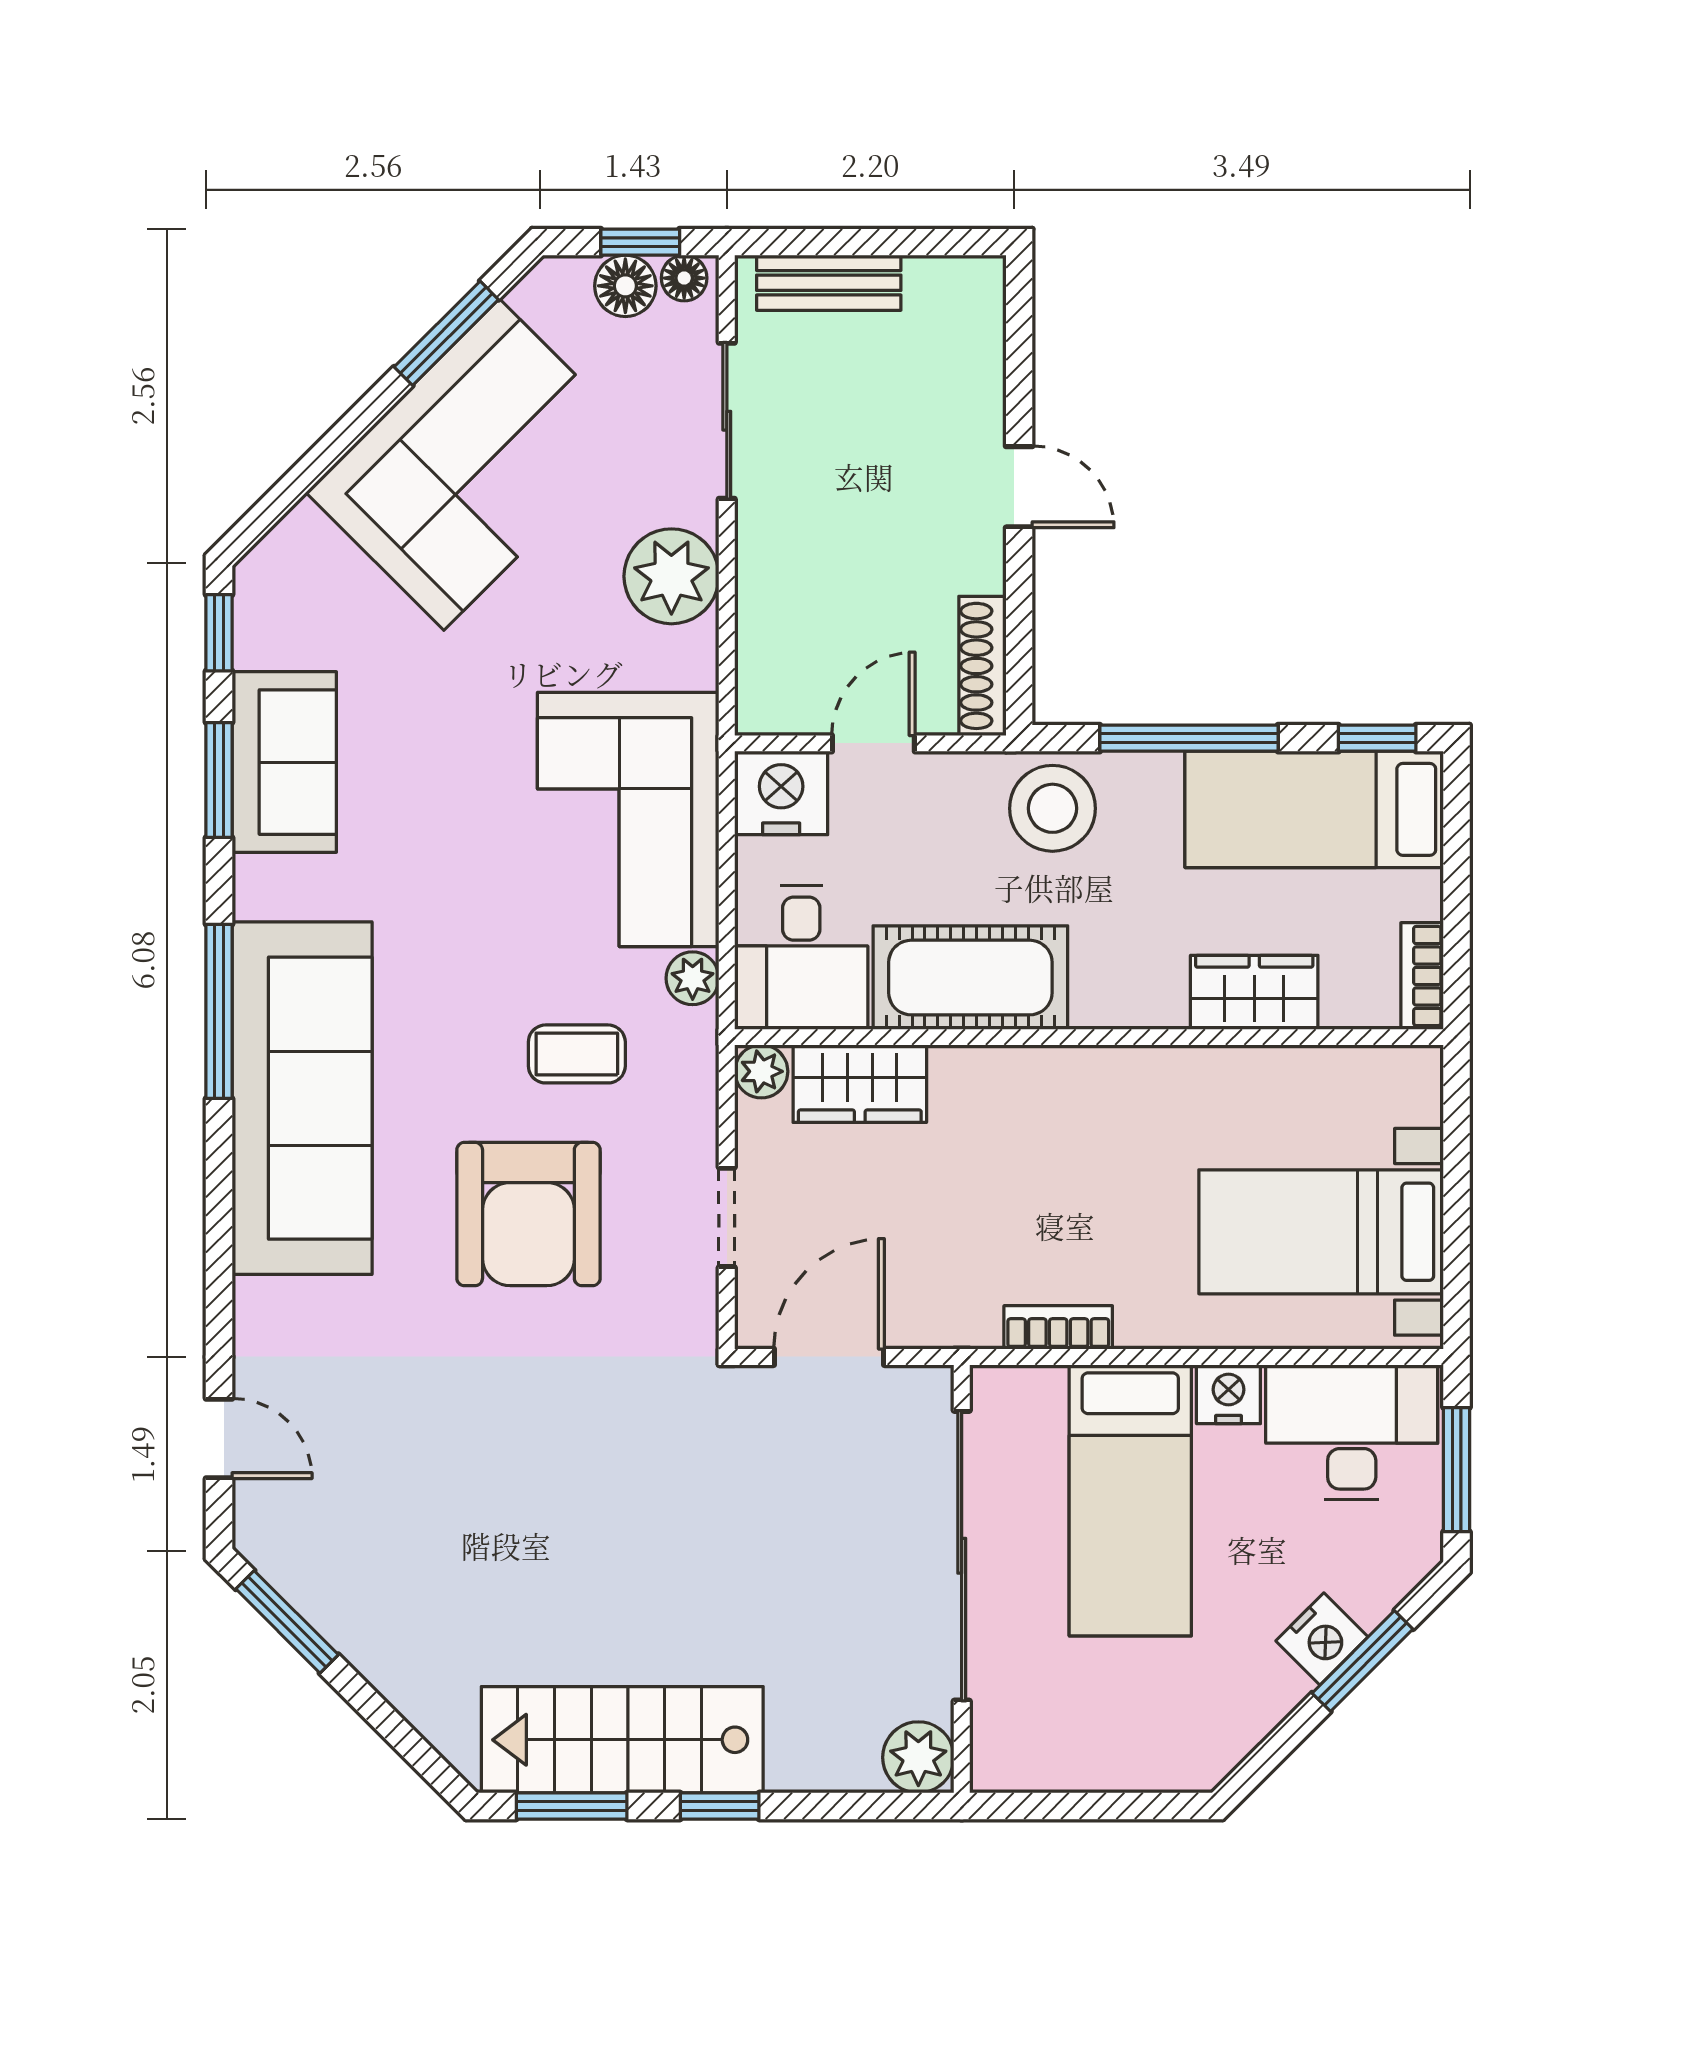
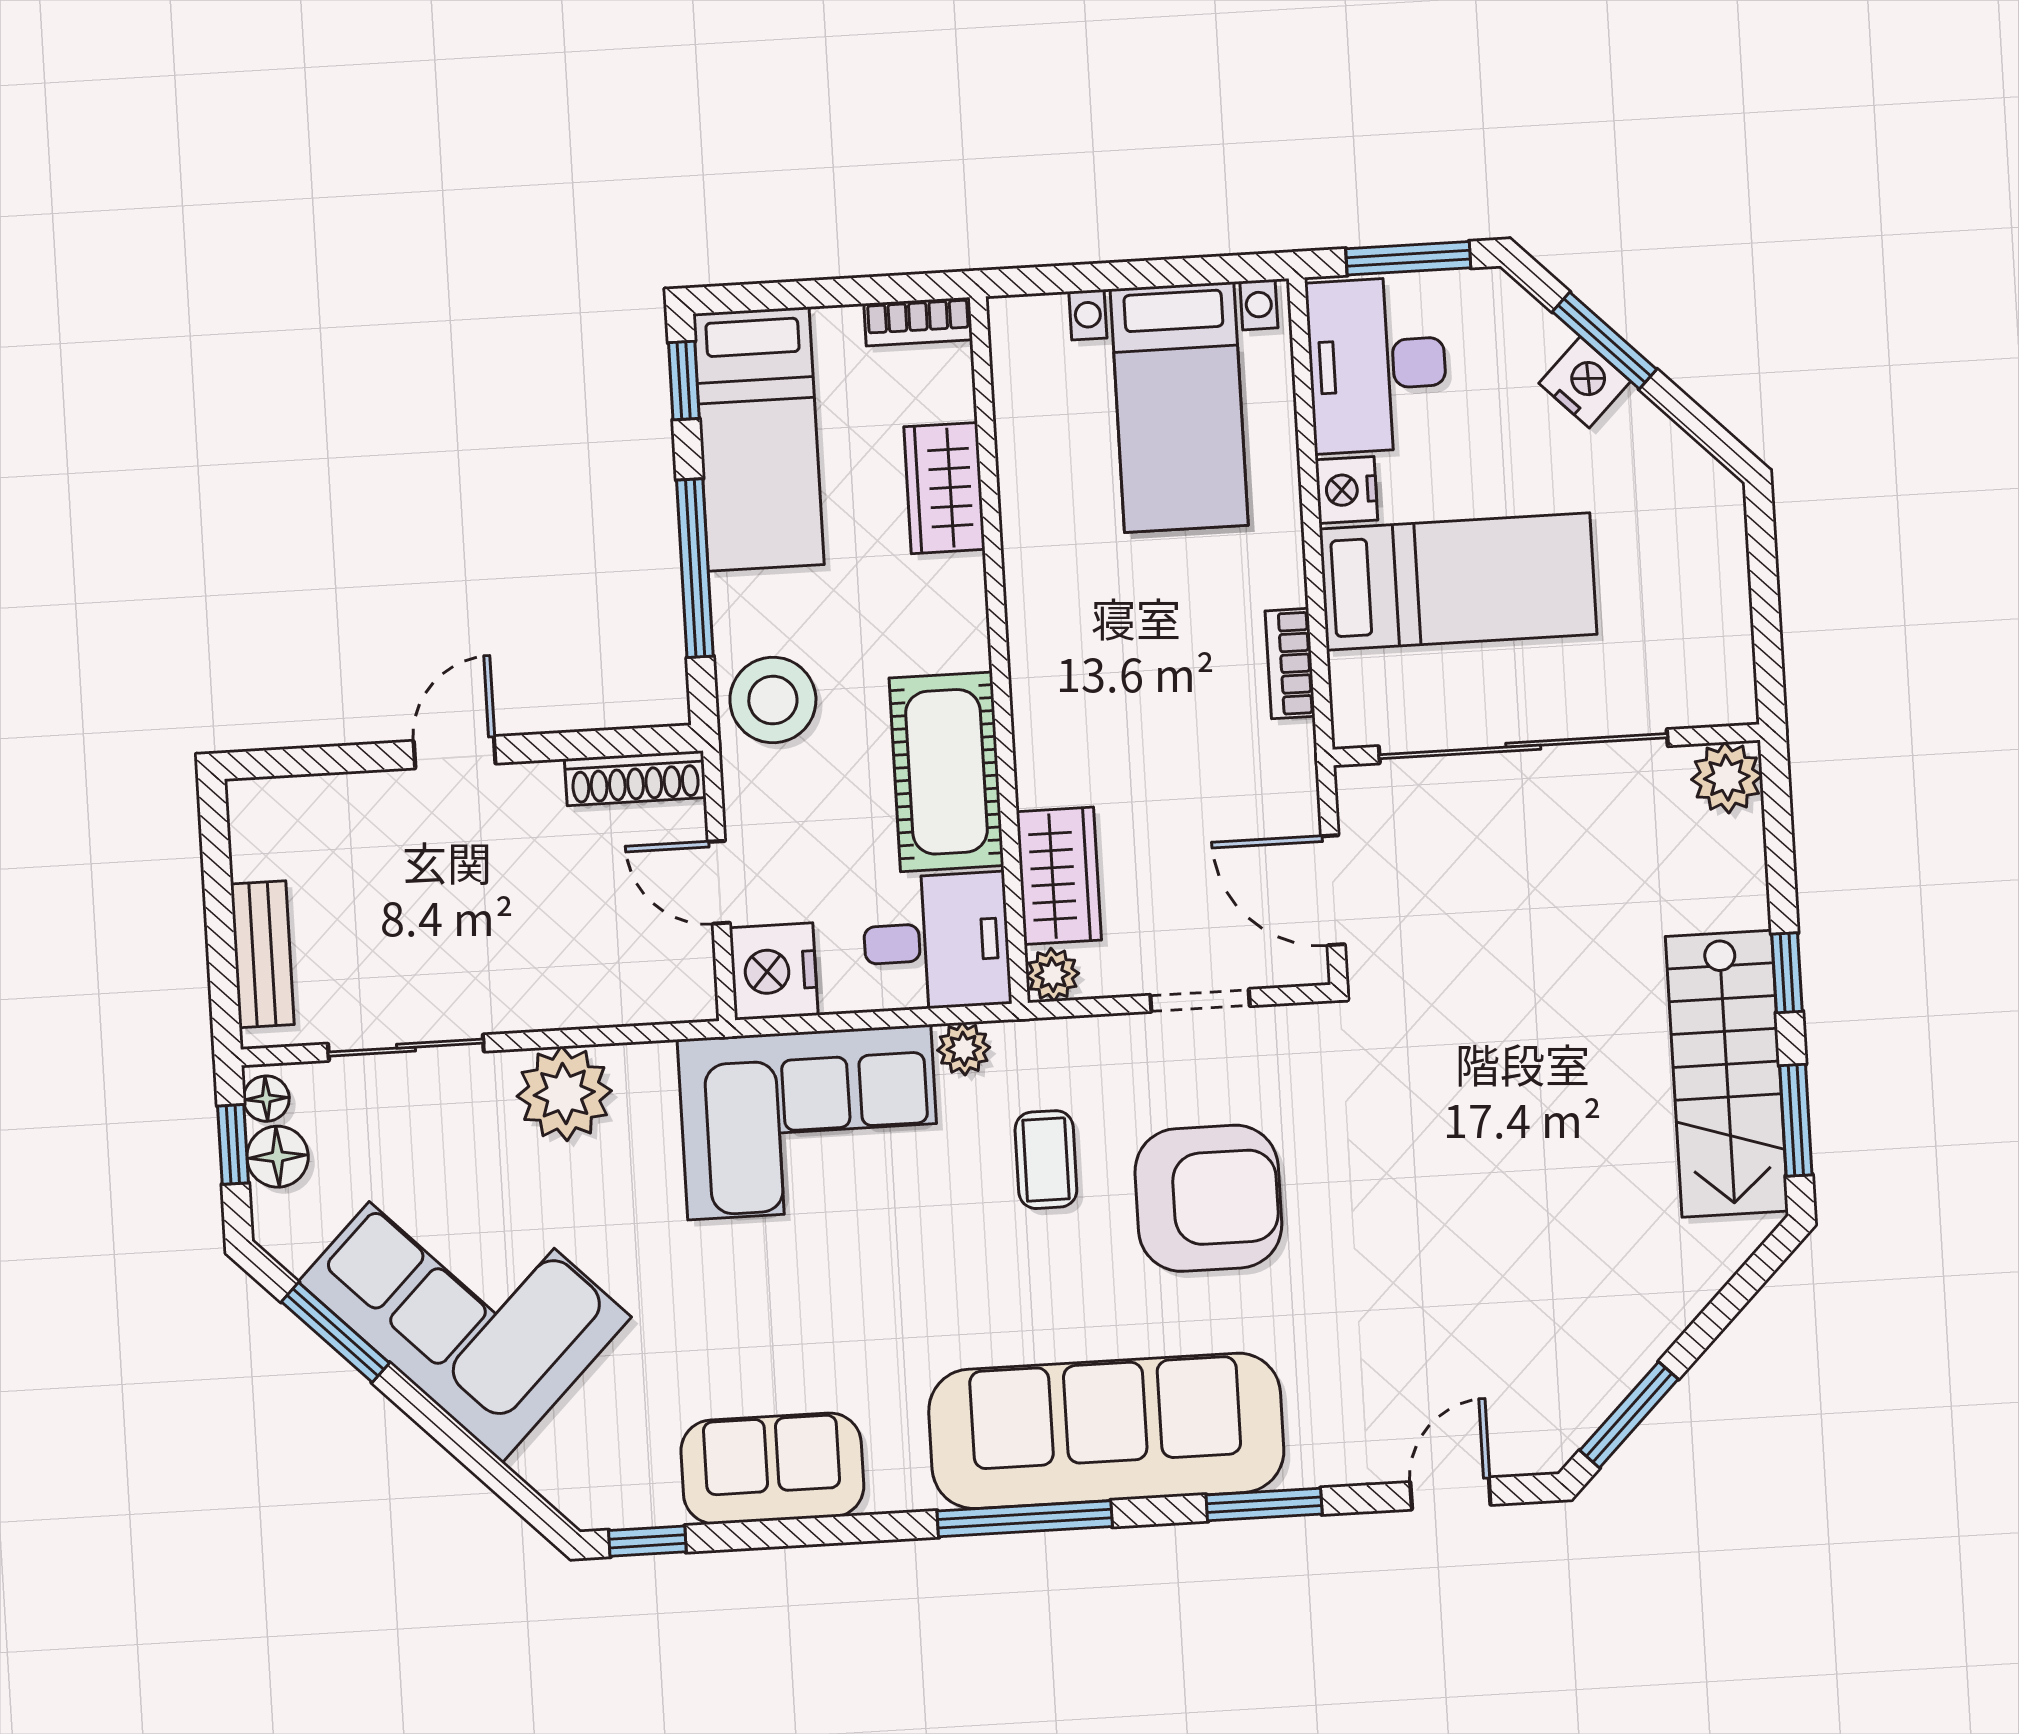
window: (219, 780) -> (1264, 1505), moved

